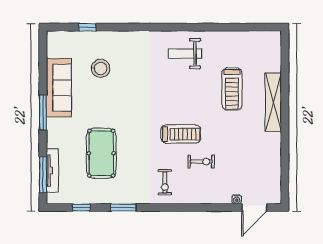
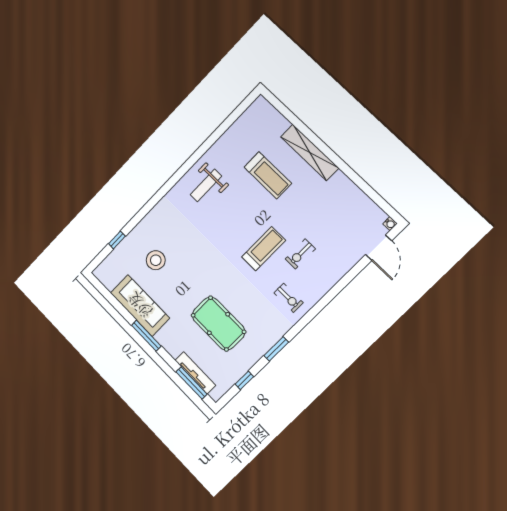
exercise bike: (201, 162) -> (300, 254), turned 180
water cooler: (237, 199) -> (390, 224), moved

